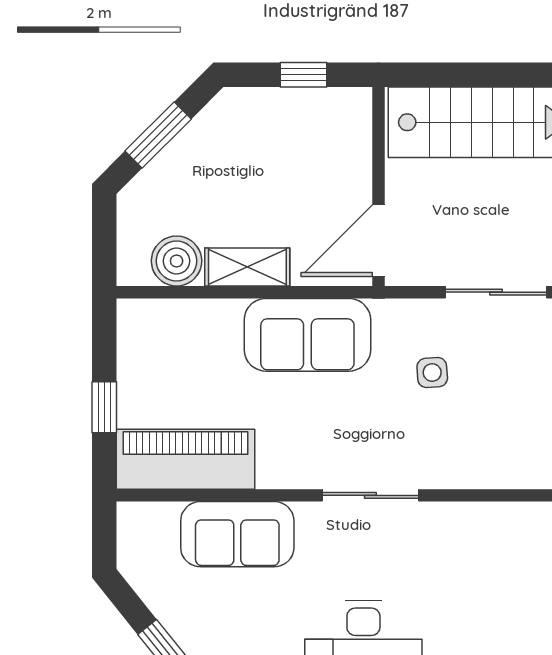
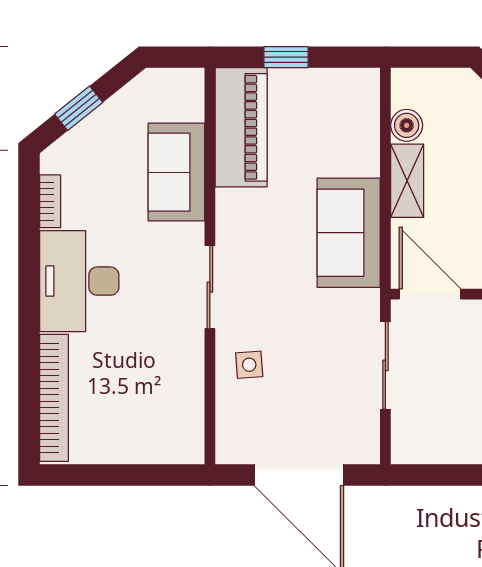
boiler: (177, 261) -> (407, 125), width x0.73, depth x0.73
sliding door: (496, 292) -> (385, 365), moved
side table: (432, 373) -> (249, 365), moved

